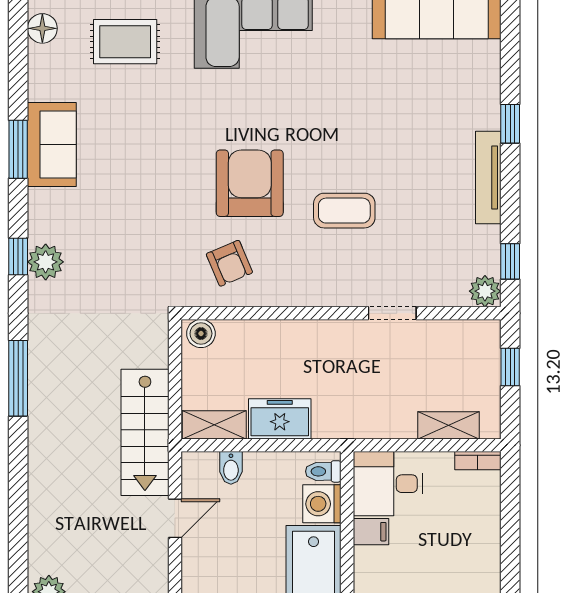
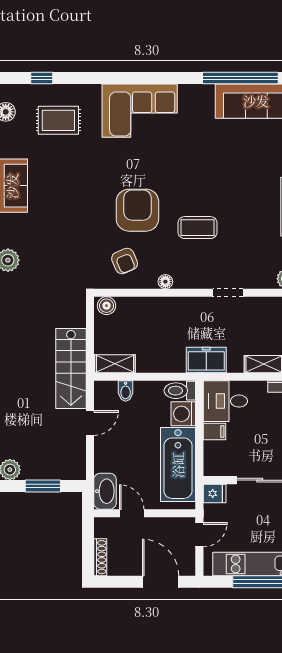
floor lamp: (294, 296) -> (165, 282), added
freezer: (280, 419) -> (206, 360), moved
toilet: (323, 471) -> (180, 391), width x1.37, depth x1.39

